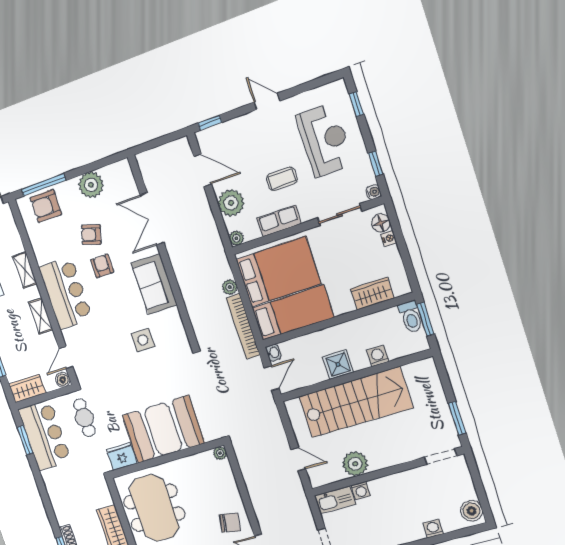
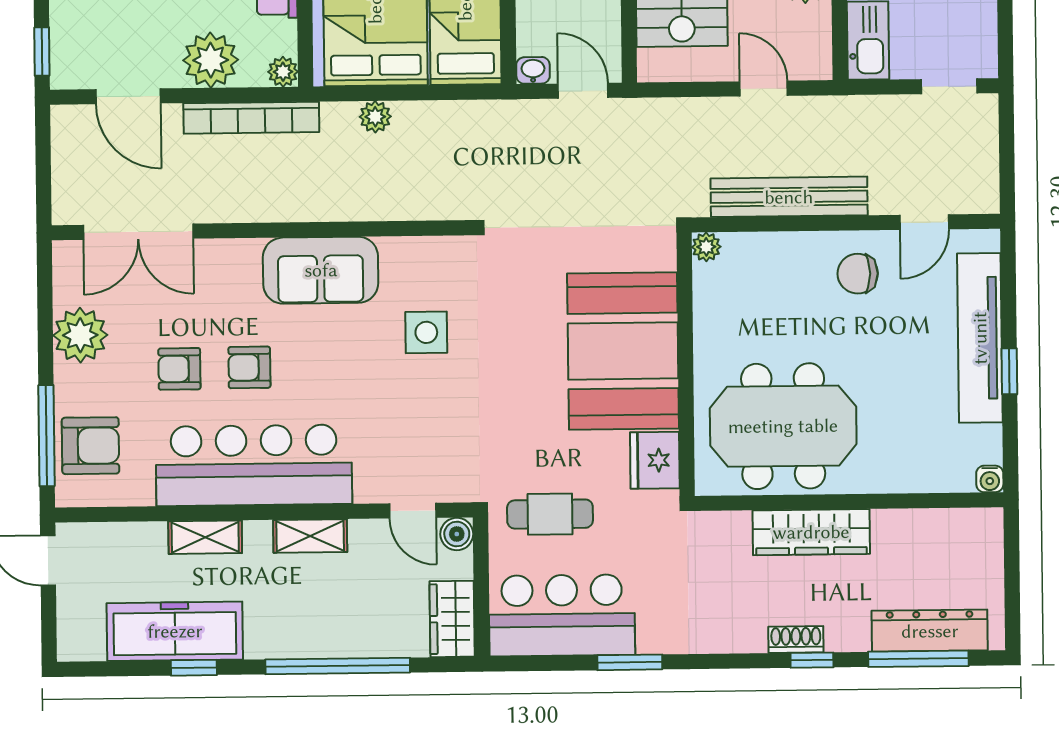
door: (203, 170) -> (128, 96), swing flipped
armchair: (46, 206) -> (90, 446), turned -90
double door: (152, 219) -> (138, 232), moved
armchair: (91, 235) -> (179, 369), turned 73
bar counter: (66, 293) -> (254, 465), width x1.36
bookcase: (243, 326) -> (251, 118), moved
window: (25, 440) -> (630, 662), moved
door: (298, 459) -> (764, 89), hinge flipped
bench: (254, 484) -> (789, 197), added
chair: (230, 523) -> (858, 274), turned -100

